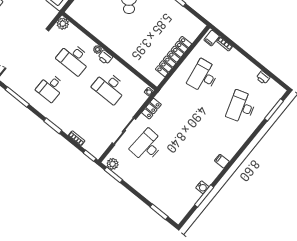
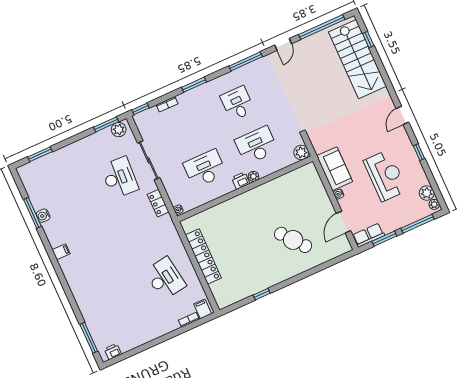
printer: (263, 78) -> (113, 352), moved
desk: (241, 107) -> (110, 303), removed

